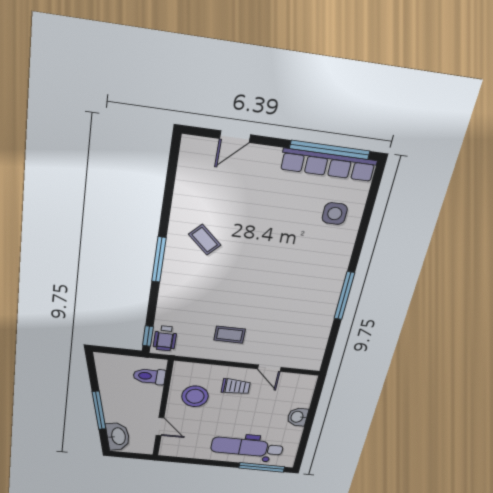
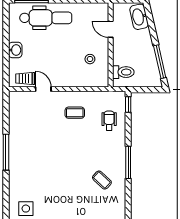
wheelchair: (165, 338) -> (109, 121), moved
trolley: (236, 387) -> (25, 78), moved
stool: (195, 396) -> (90, 59), width x0.53, depth x0.53
window: (99, 410) -> (160, 62), moved

